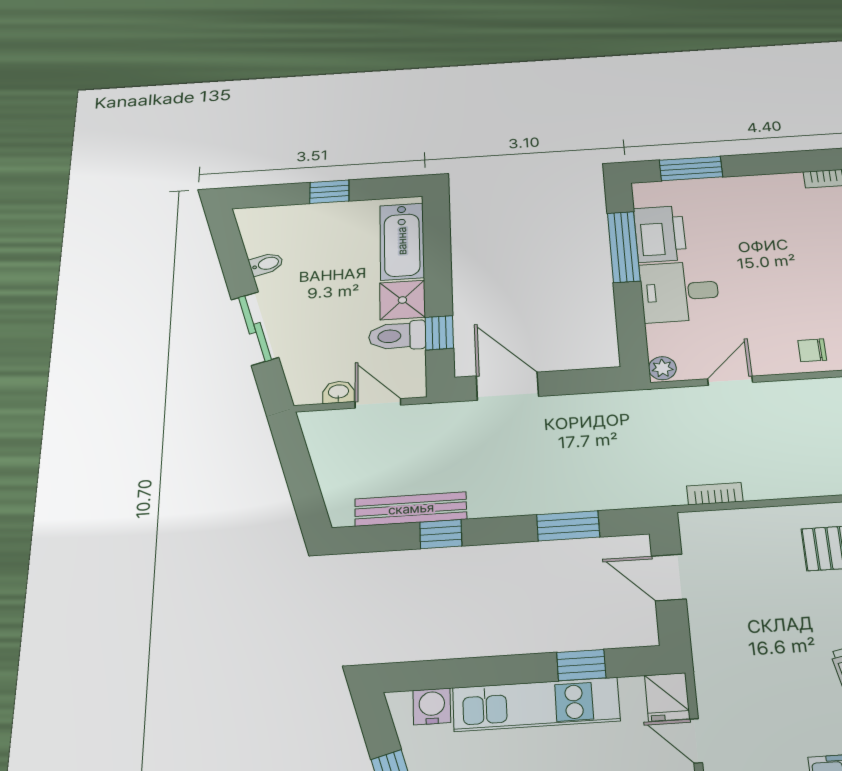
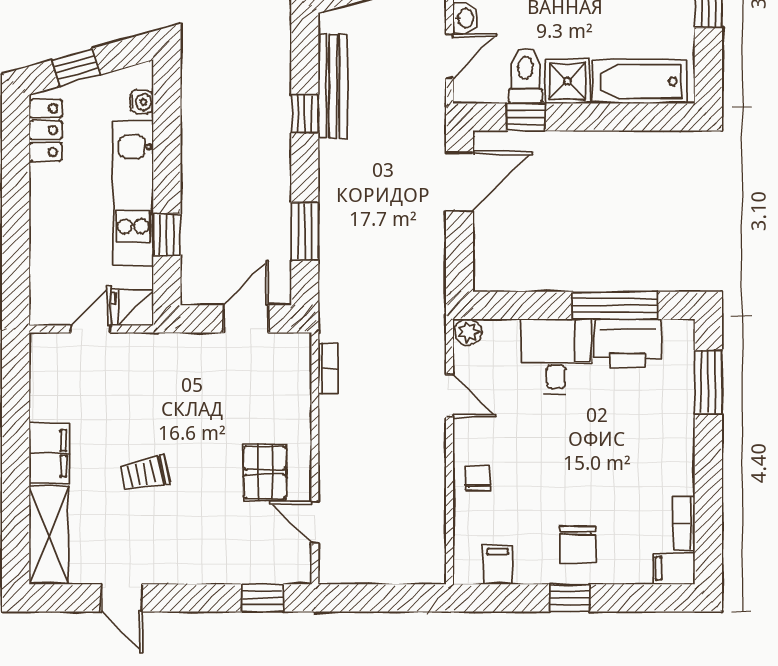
water cooler: (432, 706) -> (142, 102), width x0.72, depth x0.72

